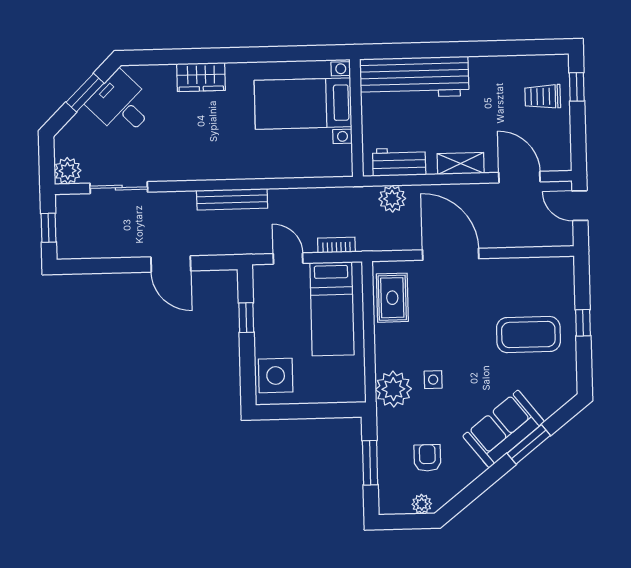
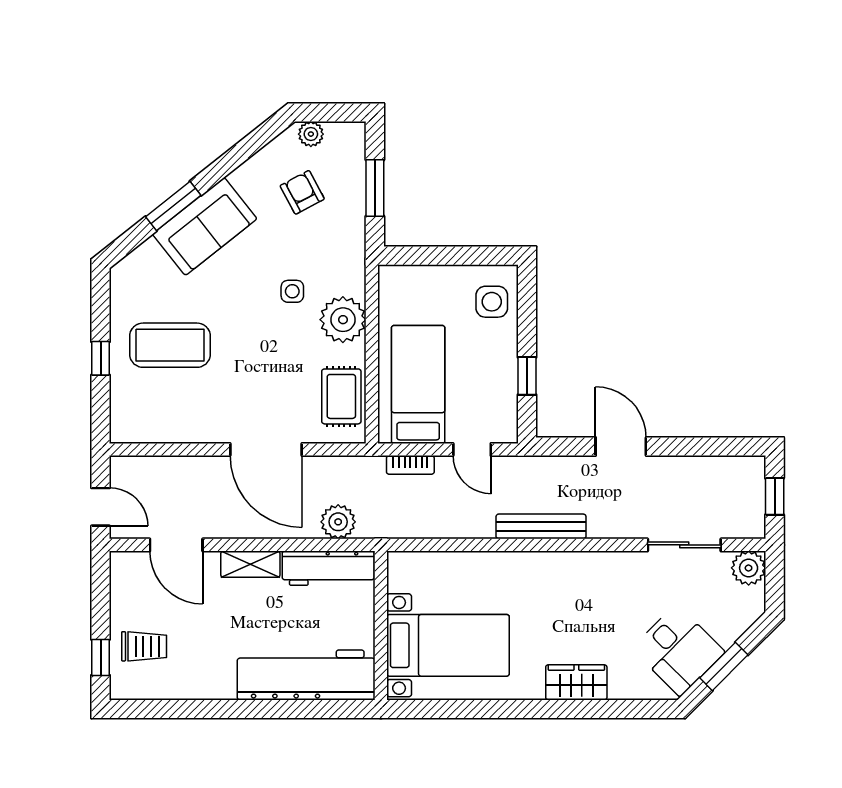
workbench: (399, 162) -> (328, 568), width x1.37
side table: (276, 375) -> (492, 302), width x0.73, depth x0.73
plant: (393, 389) -> (343, 320), moved
armchair: (427, 458) -> (302, 192), turned 152

